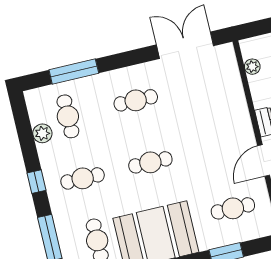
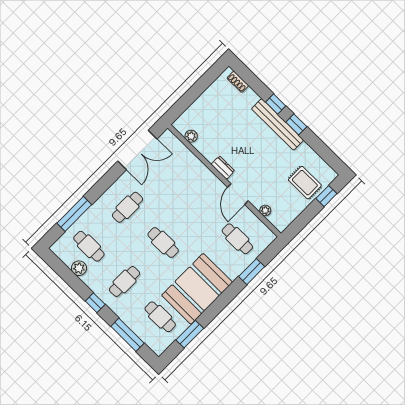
double door: (185, 45) -> (137, 150), swing flipped
cafe table: (150, 162) -> (163, 243), turned 90
cafe table: (233, 208) -> (237, 239), turned 90

